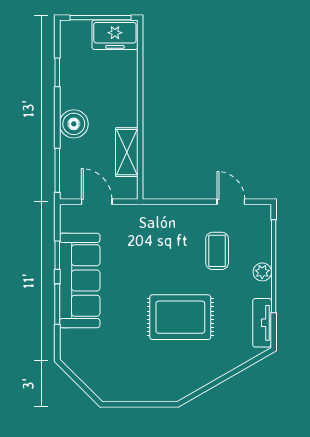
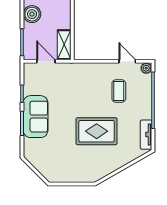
shelving: (127, 152) -> (64, 45), moved
plant: (262, 272) -> (146, 68), moved
sofa: (80, 280) -> (36, 117), width x0.73

